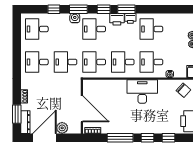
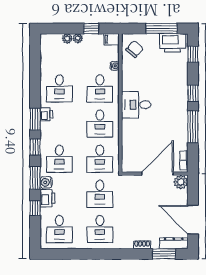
printer: (117, 19) -> (47, 198), moved
desk: (142, 91) -> (136, 105), width x0.73
plant: (62, 128) -> (181, 182), moved
window: (169, 138) -> (193, 54), moved

